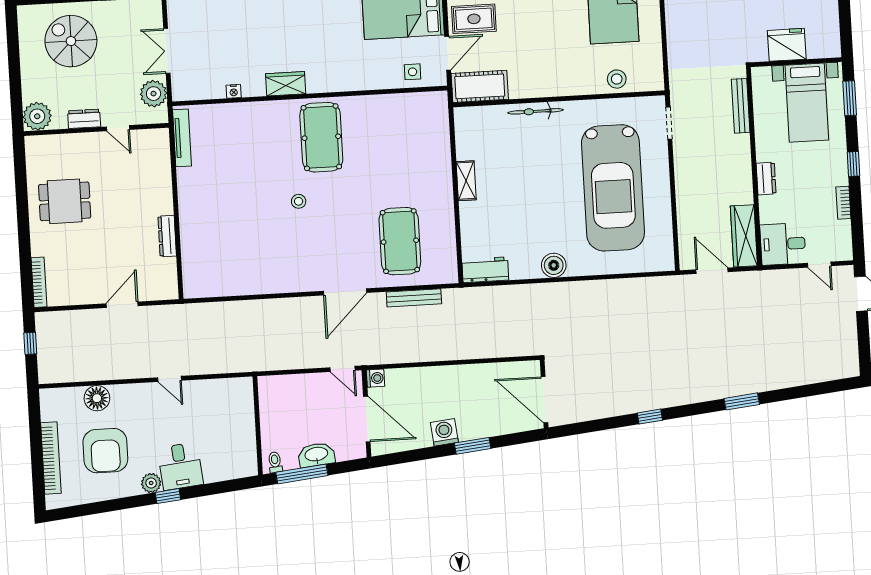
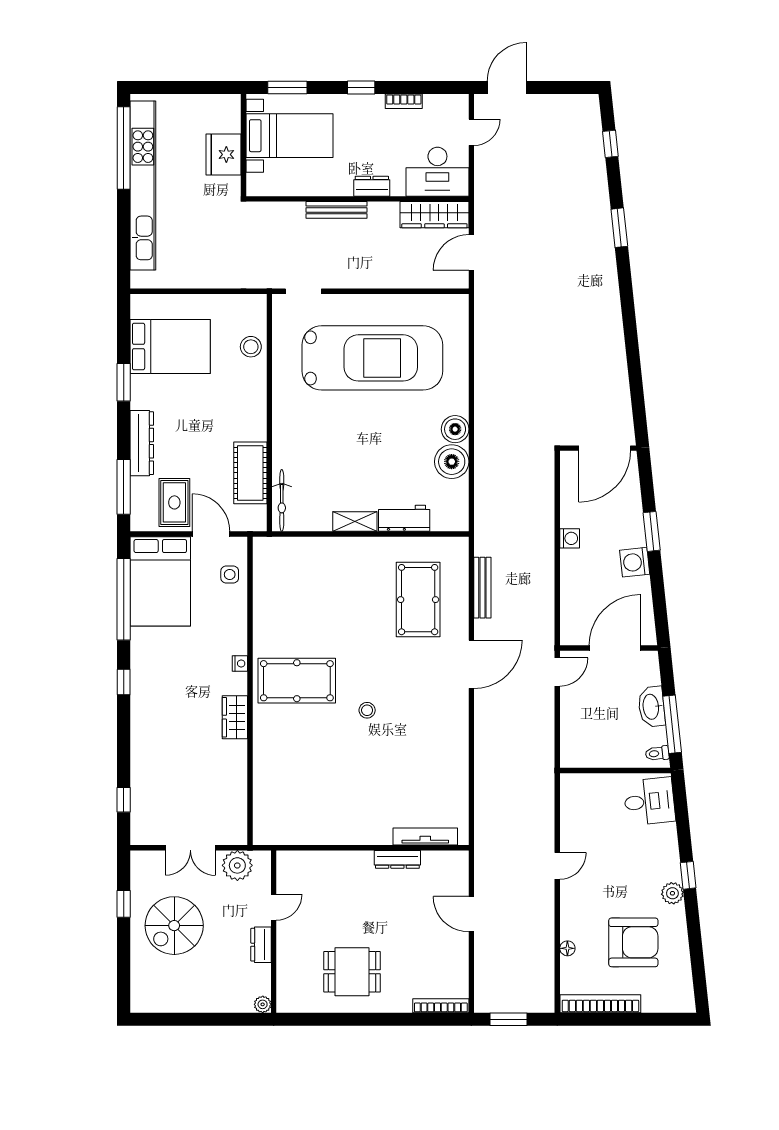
spiral stairs: (71, 41) -> (174, 926), moved
cot: (480, 86) -> (250, 473), moved
nightstand: (234, 91) -> (240, 663), moved
bench: (741, 106) -> (337, 210), moved
bicycle: (535, 111) -> (282, 500), moved
plant: (37, 116) -> (263, 1004), width x0.53, depth x0.53
tv unit: (182, 138) -> (425, 837), moved
dining table: (65, 201) -> (352, 972), turned 90
pool table: (400, 241) -> (418, 600), turned 90
desk: (783, 244) -> (437, 172), width x1.37
boiler: (525, 264) -> (452, 462), added
workbench: (485, 270) -> (404, 518), moved, turned 90
door: (345, 292) -> (471, 664), hinge flipped
window: (30, 343) -> (509, 1019), width x1.50
washing machine: (376, 378) -> (570, 538), moved, turned 90
floor lamp: (97, 398) -> (567, 948), width x0.53, depth x0.53
window: (650, 417) -> (610, 144), moved
bookcase: (51, 458) -> (600, 1004), moved
desk: (180, 466) -> (649, 801), moved

